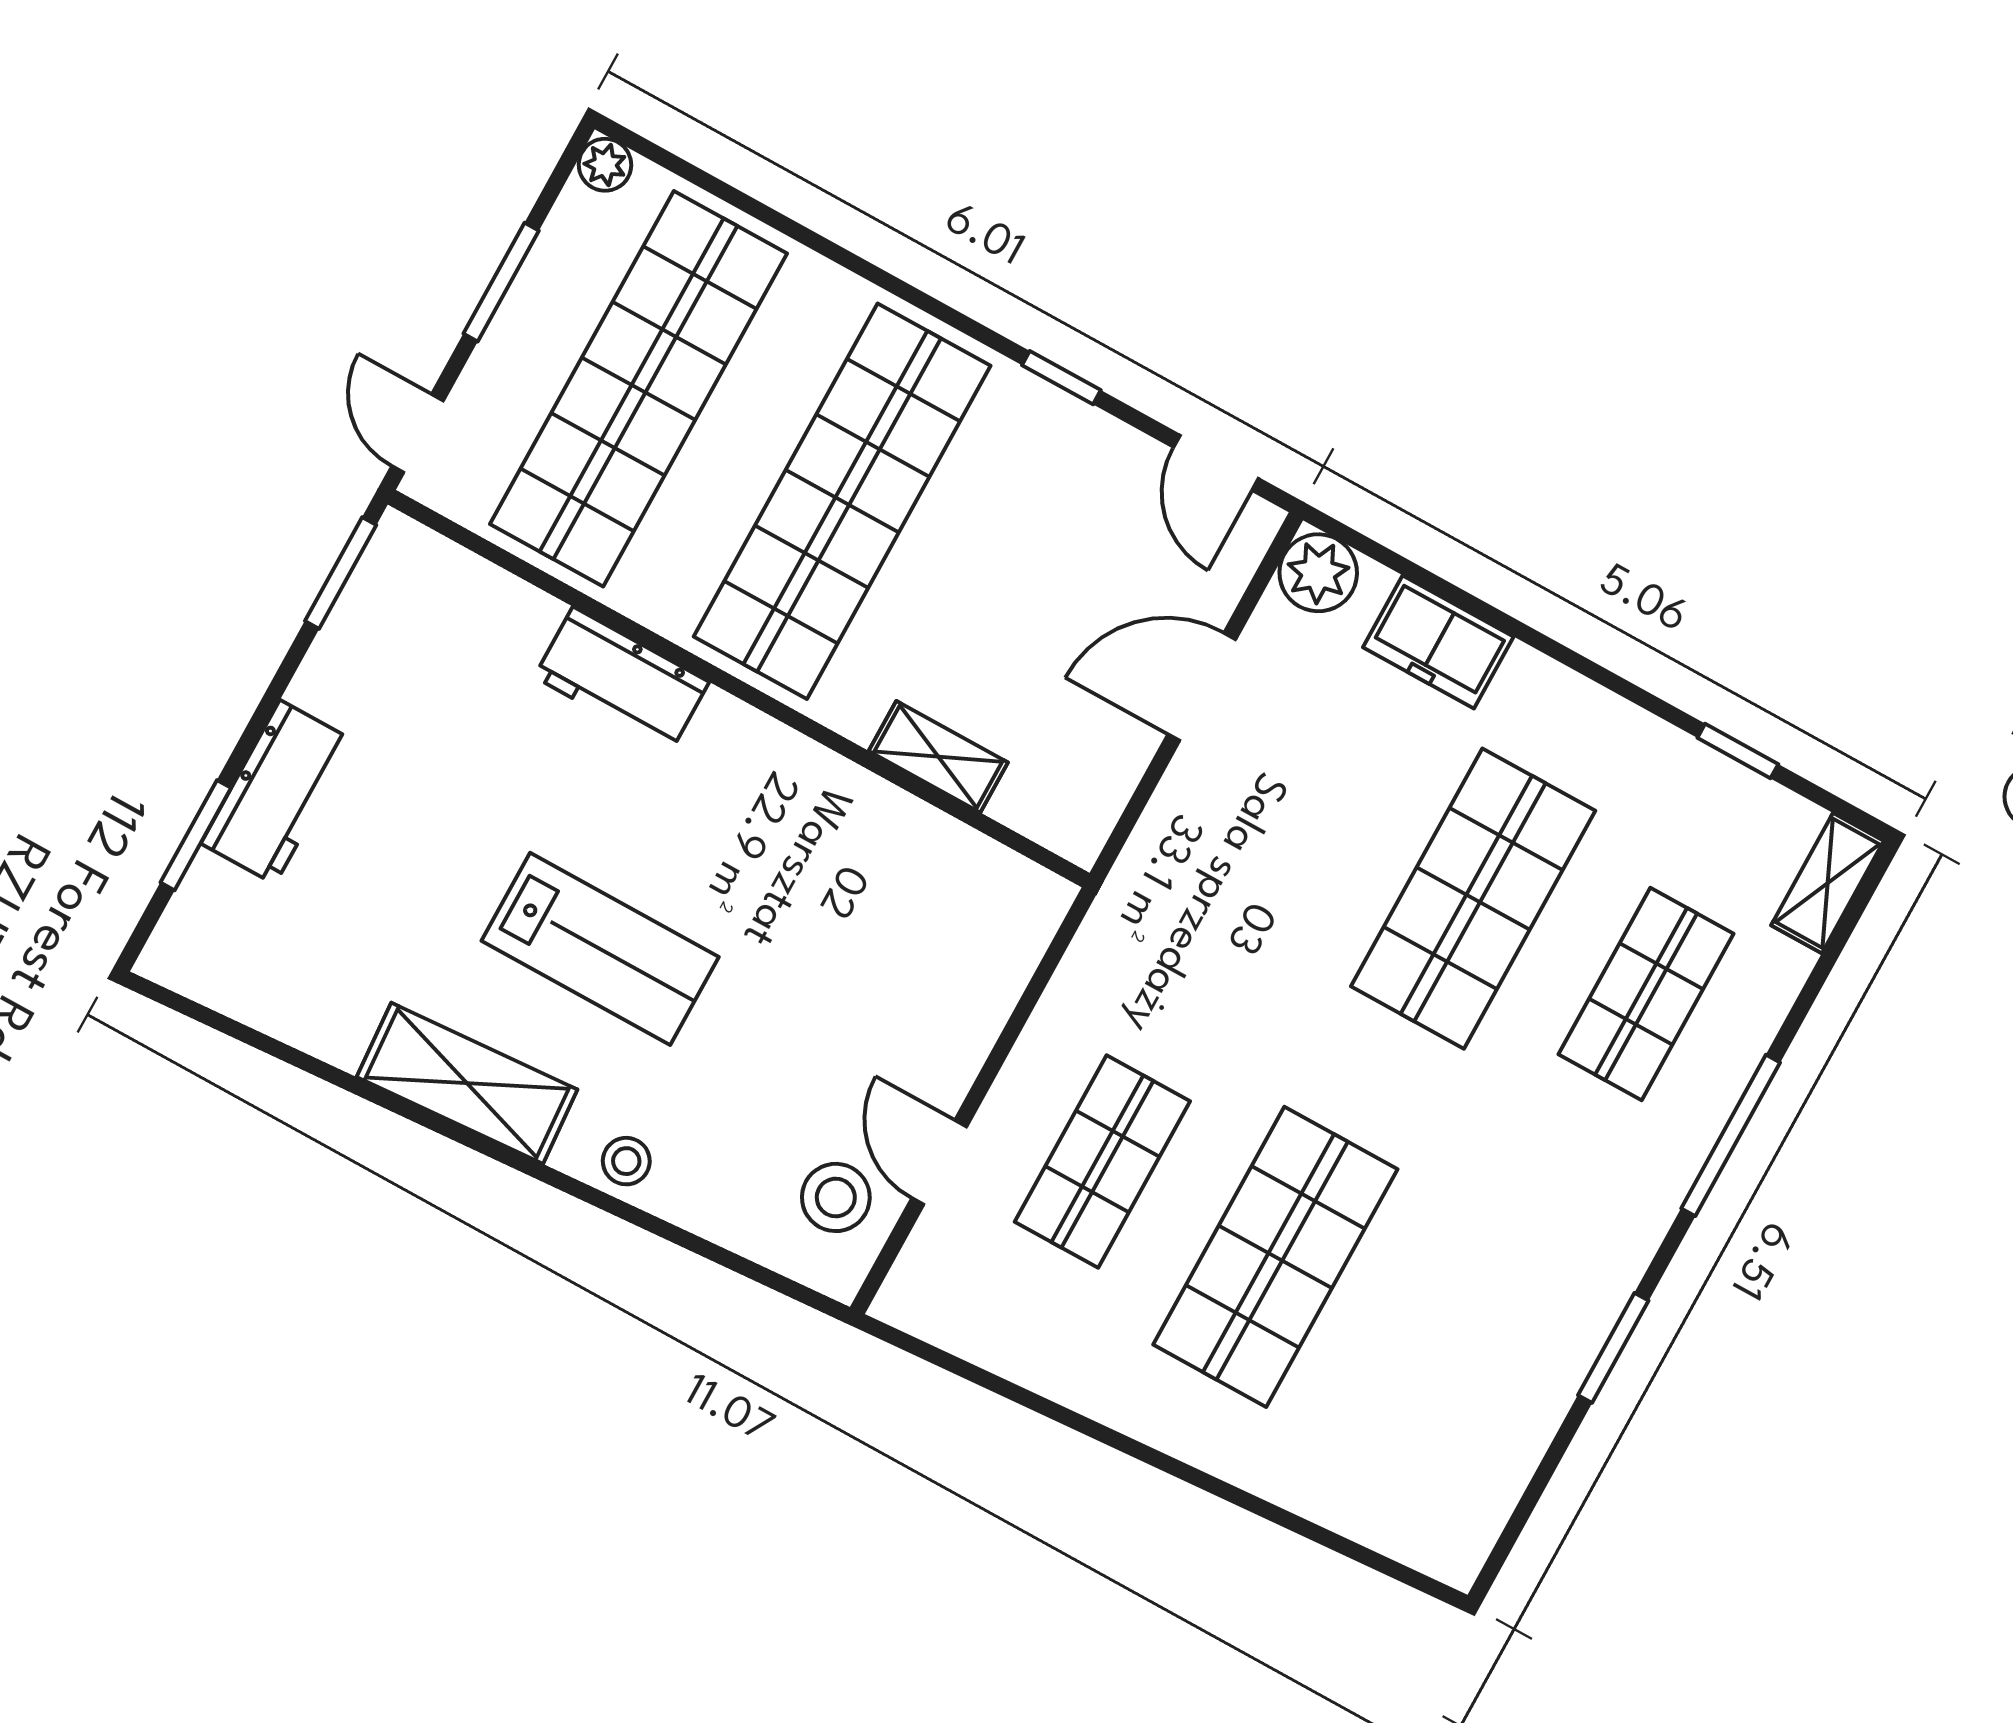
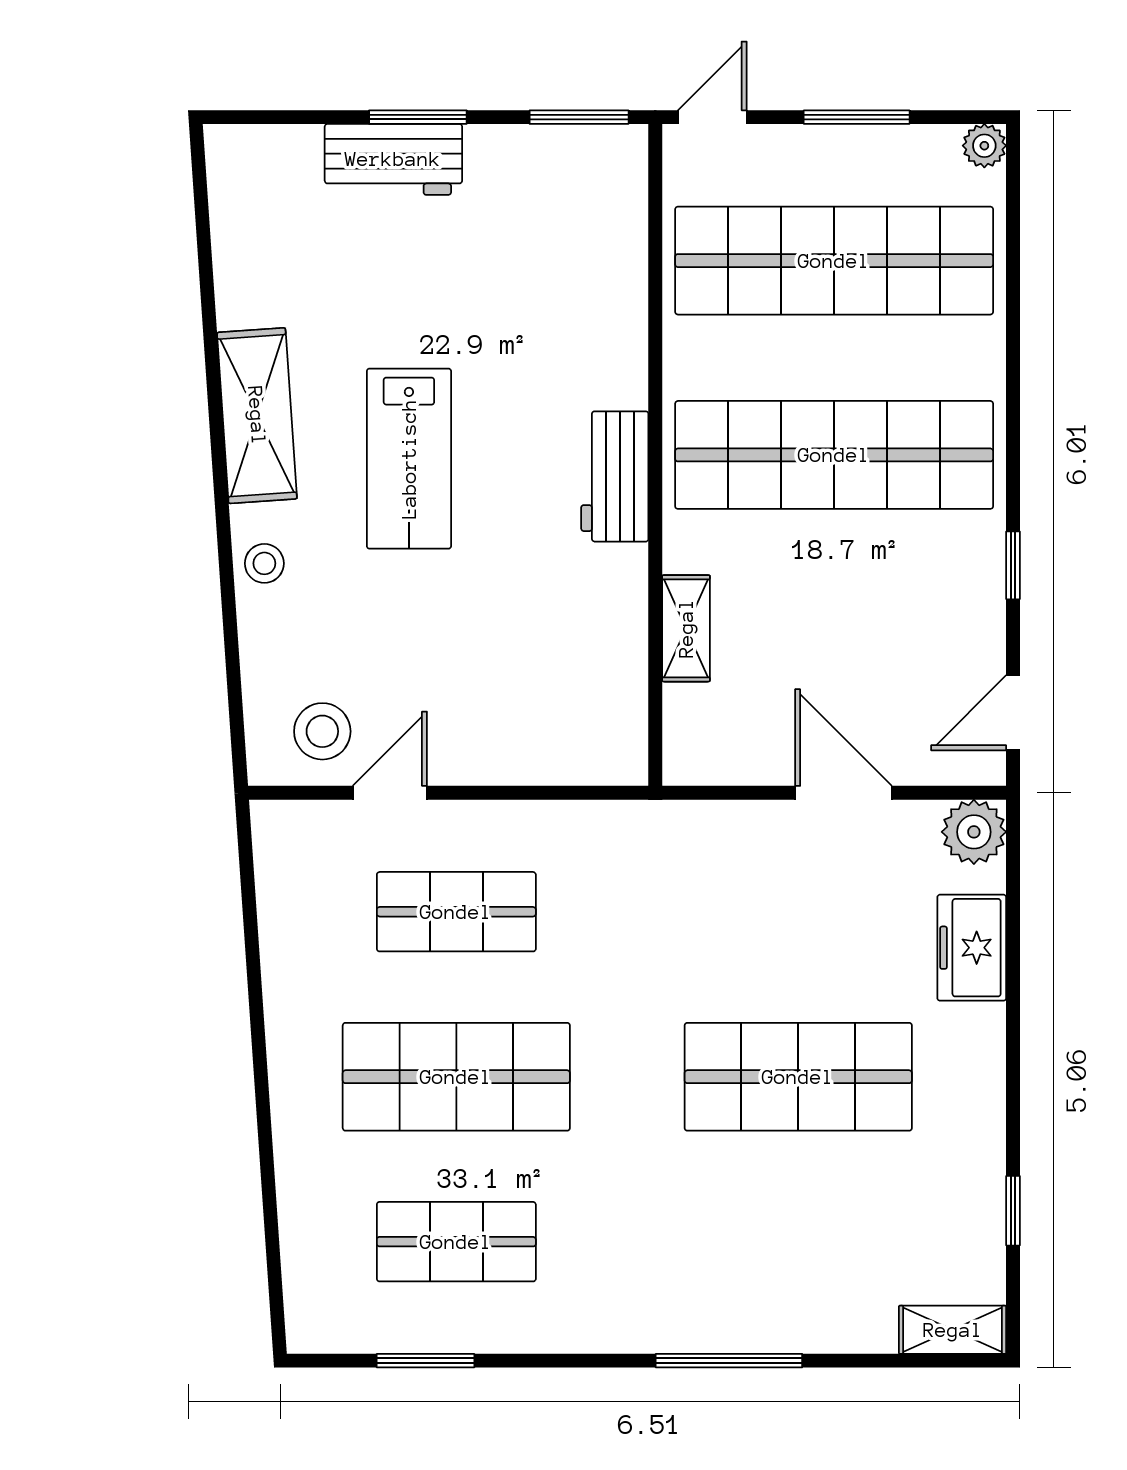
workbench: (622, 679) -> (615, 476), moved
window: (196, 835) -> (418, 117), moved
shop shelf: (1646, 994) -> (456, 1242), moved
window: (1613, 1348) -> (426, 1361), moved

